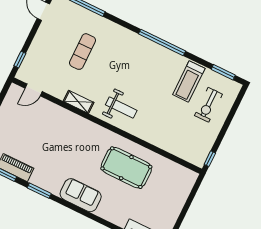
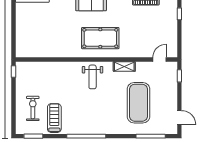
exercise mat: (82, 52) -> (138, 103), width x2.00, depth x1.45
weight bench: (121, 108) -> (93, 77), turned -90
pool table: (126, 168) -> (100, 38), moved

